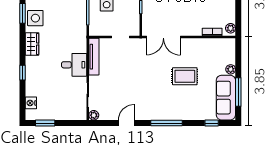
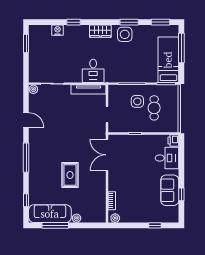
desk: (74, 65) -> (93, 71), moved
nightstand: (31, 103) -> (57, 30), moved

